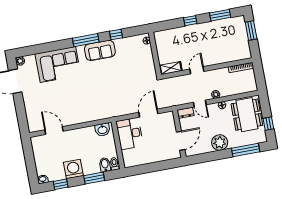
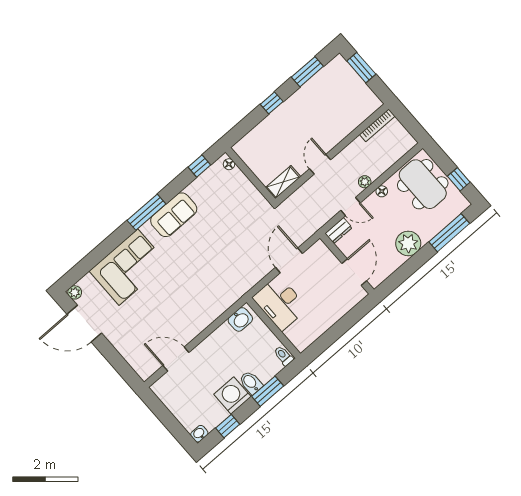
window: (116, 34) -> (199, 166), moved
bidet: (105, 165) -> (251, 383), moved

